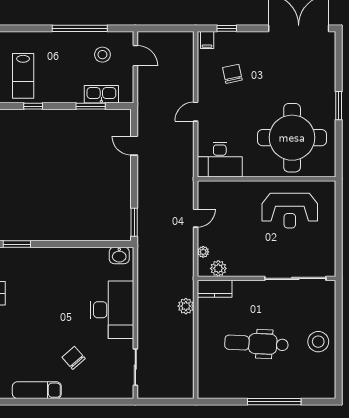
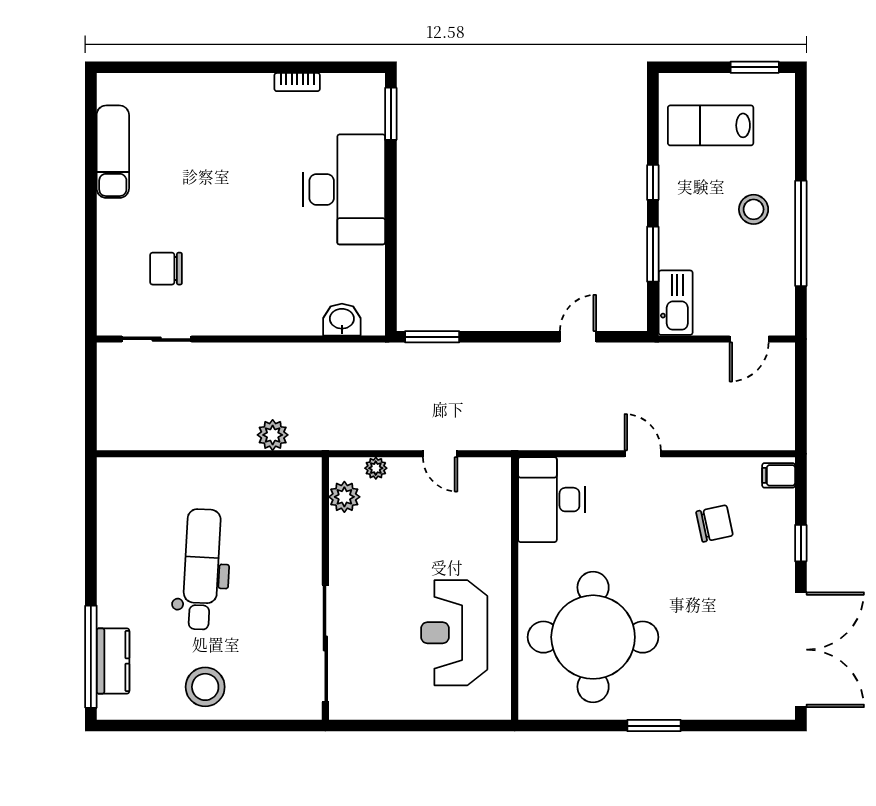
window: (227, 28) -> (801, 543), moved
stool: (102, 55) -> (754, 209), moved
kitchen sink: (101, 94) -> (676, 303), moved
window: (33, 106) -> (653, 182), moved
washbasin: (119, 255) -> (342, 320), moved, turned 90
kitchen counter: (215, 289) -> (113, 661), moved, turned 180
desk: (112, 310) -> (344, 189), moved, turned -90
chair: (74, 358) -> (166, 269), moved, turned -139
window: (274, 402) -> (91, 657), moved

